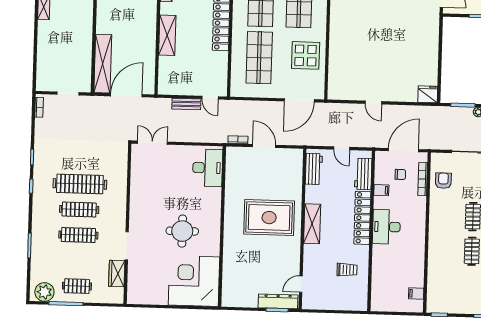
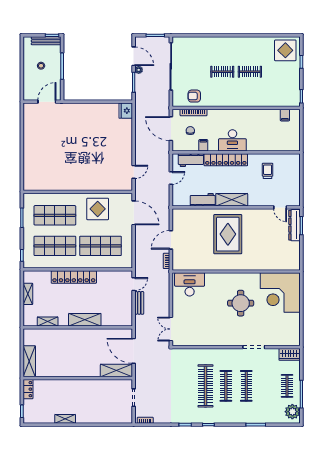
shelving: (103, 64) -> (116, 370), width x0.68
door: (373, 103) -> (134, 172), moved
workbench: (314, 169) -> (203, 200), moved
wardrobe: (117, 273) -> (290, 354), moved

